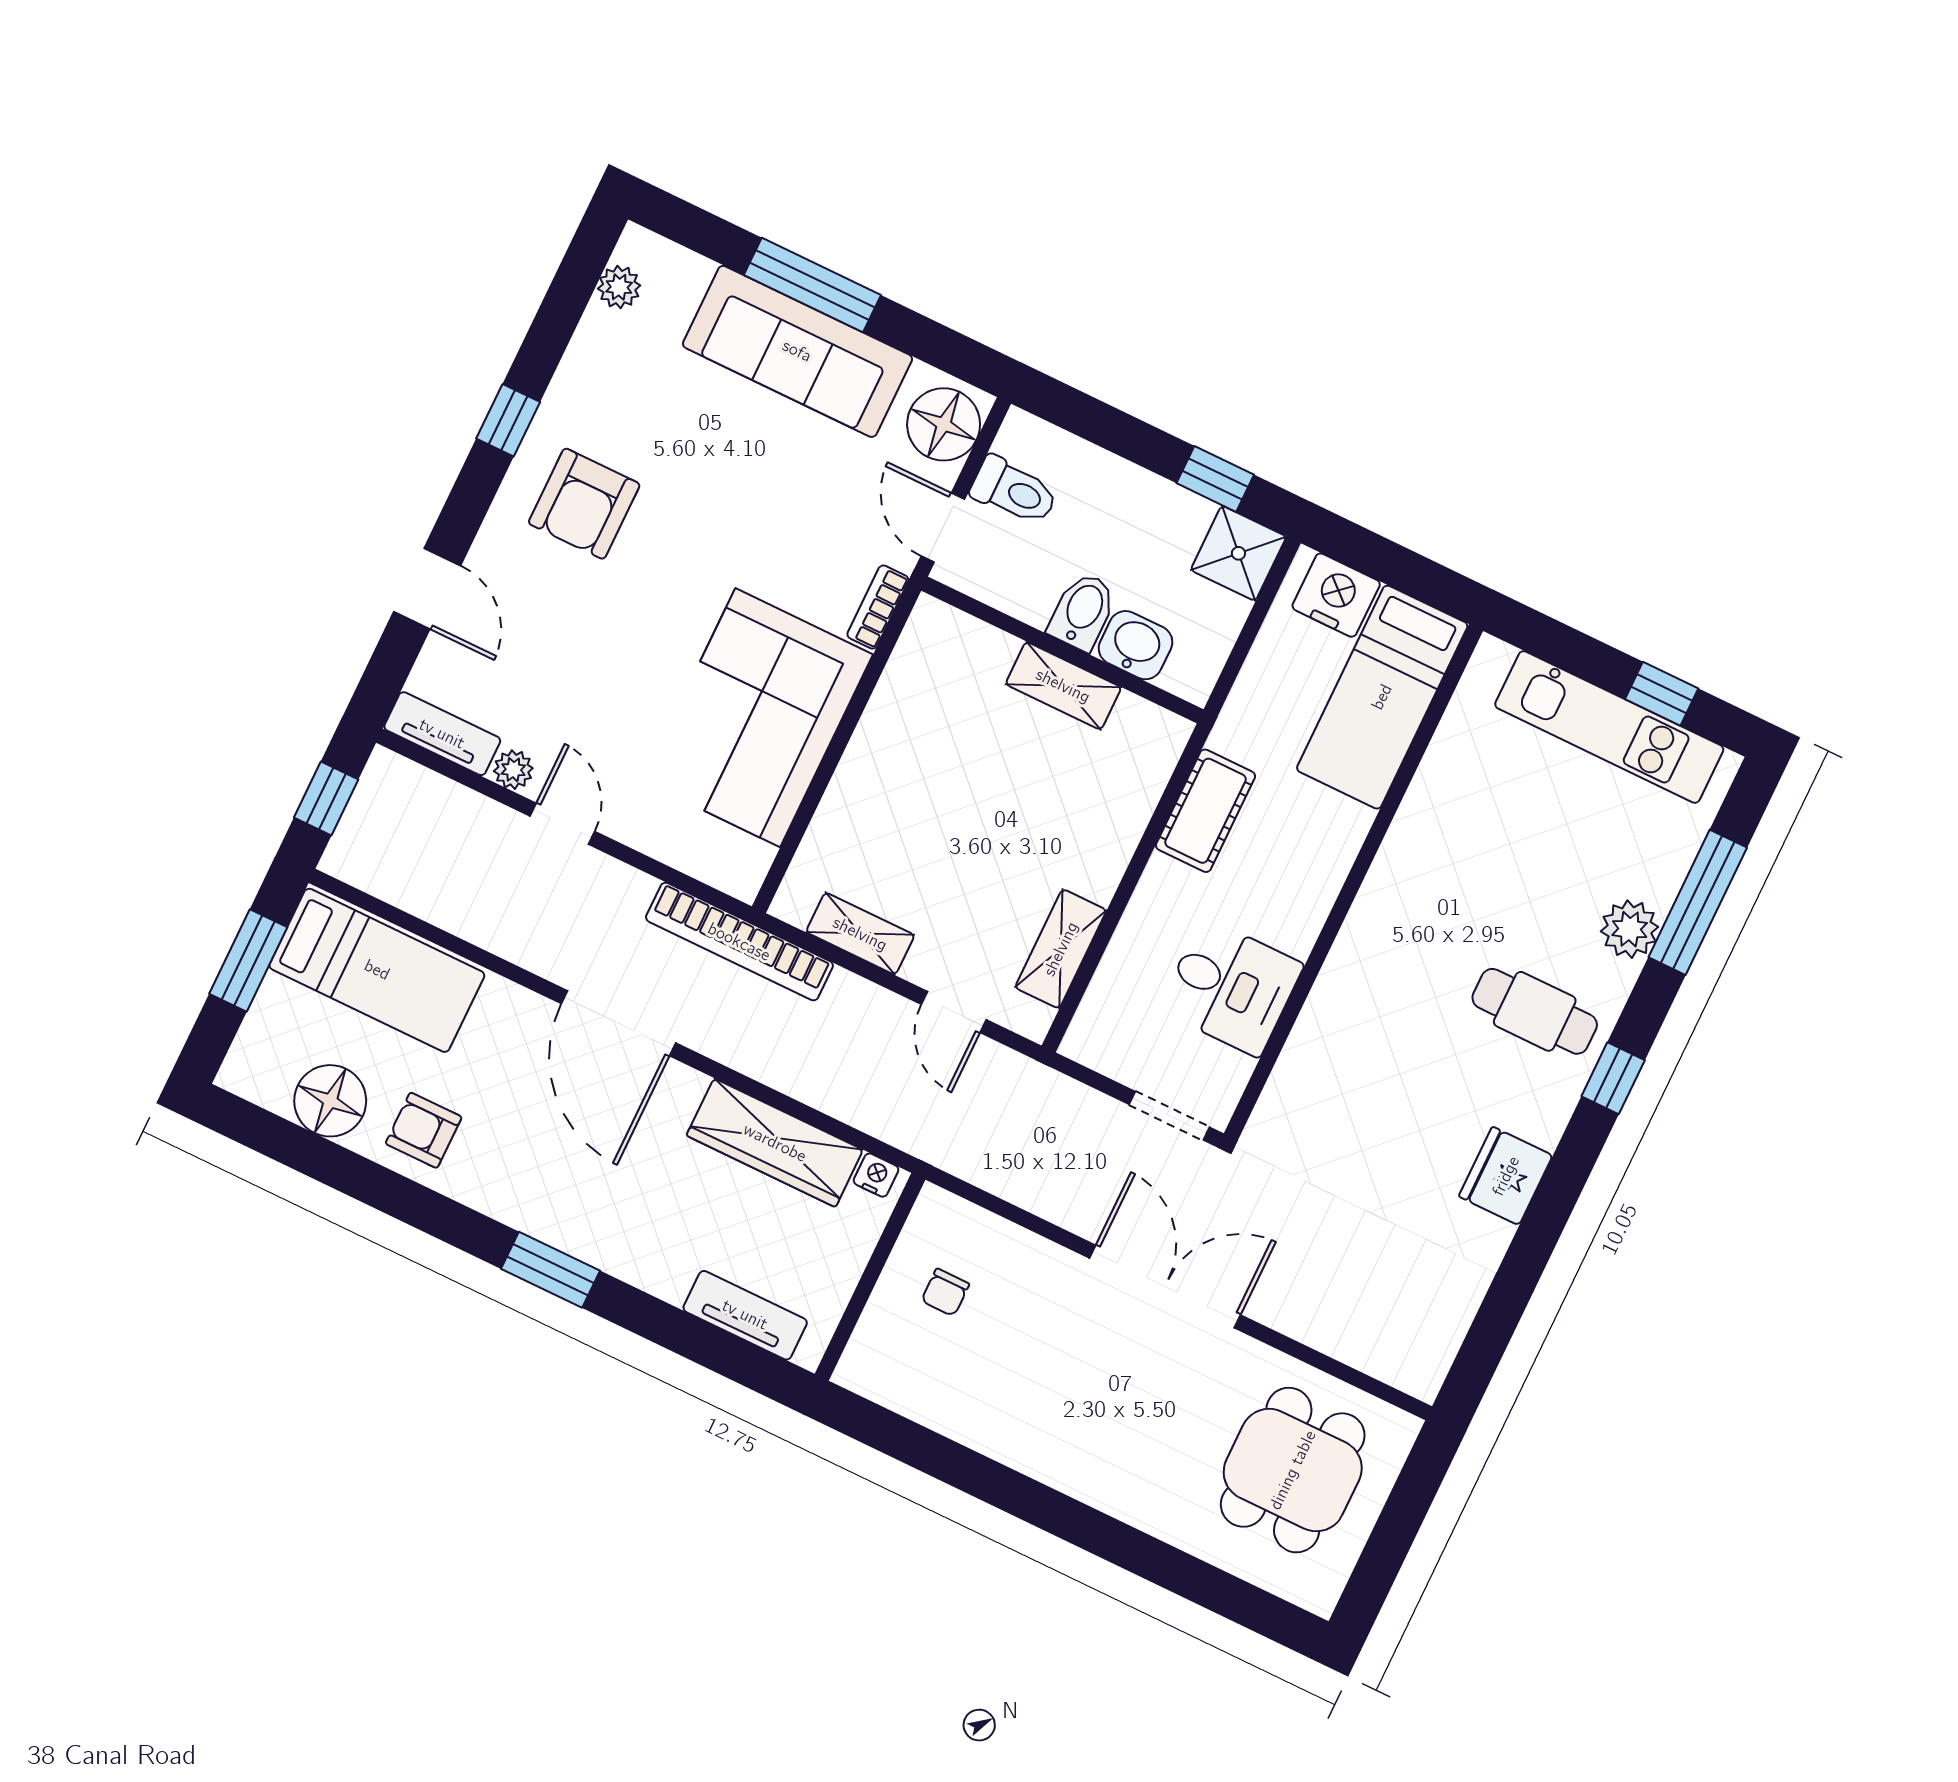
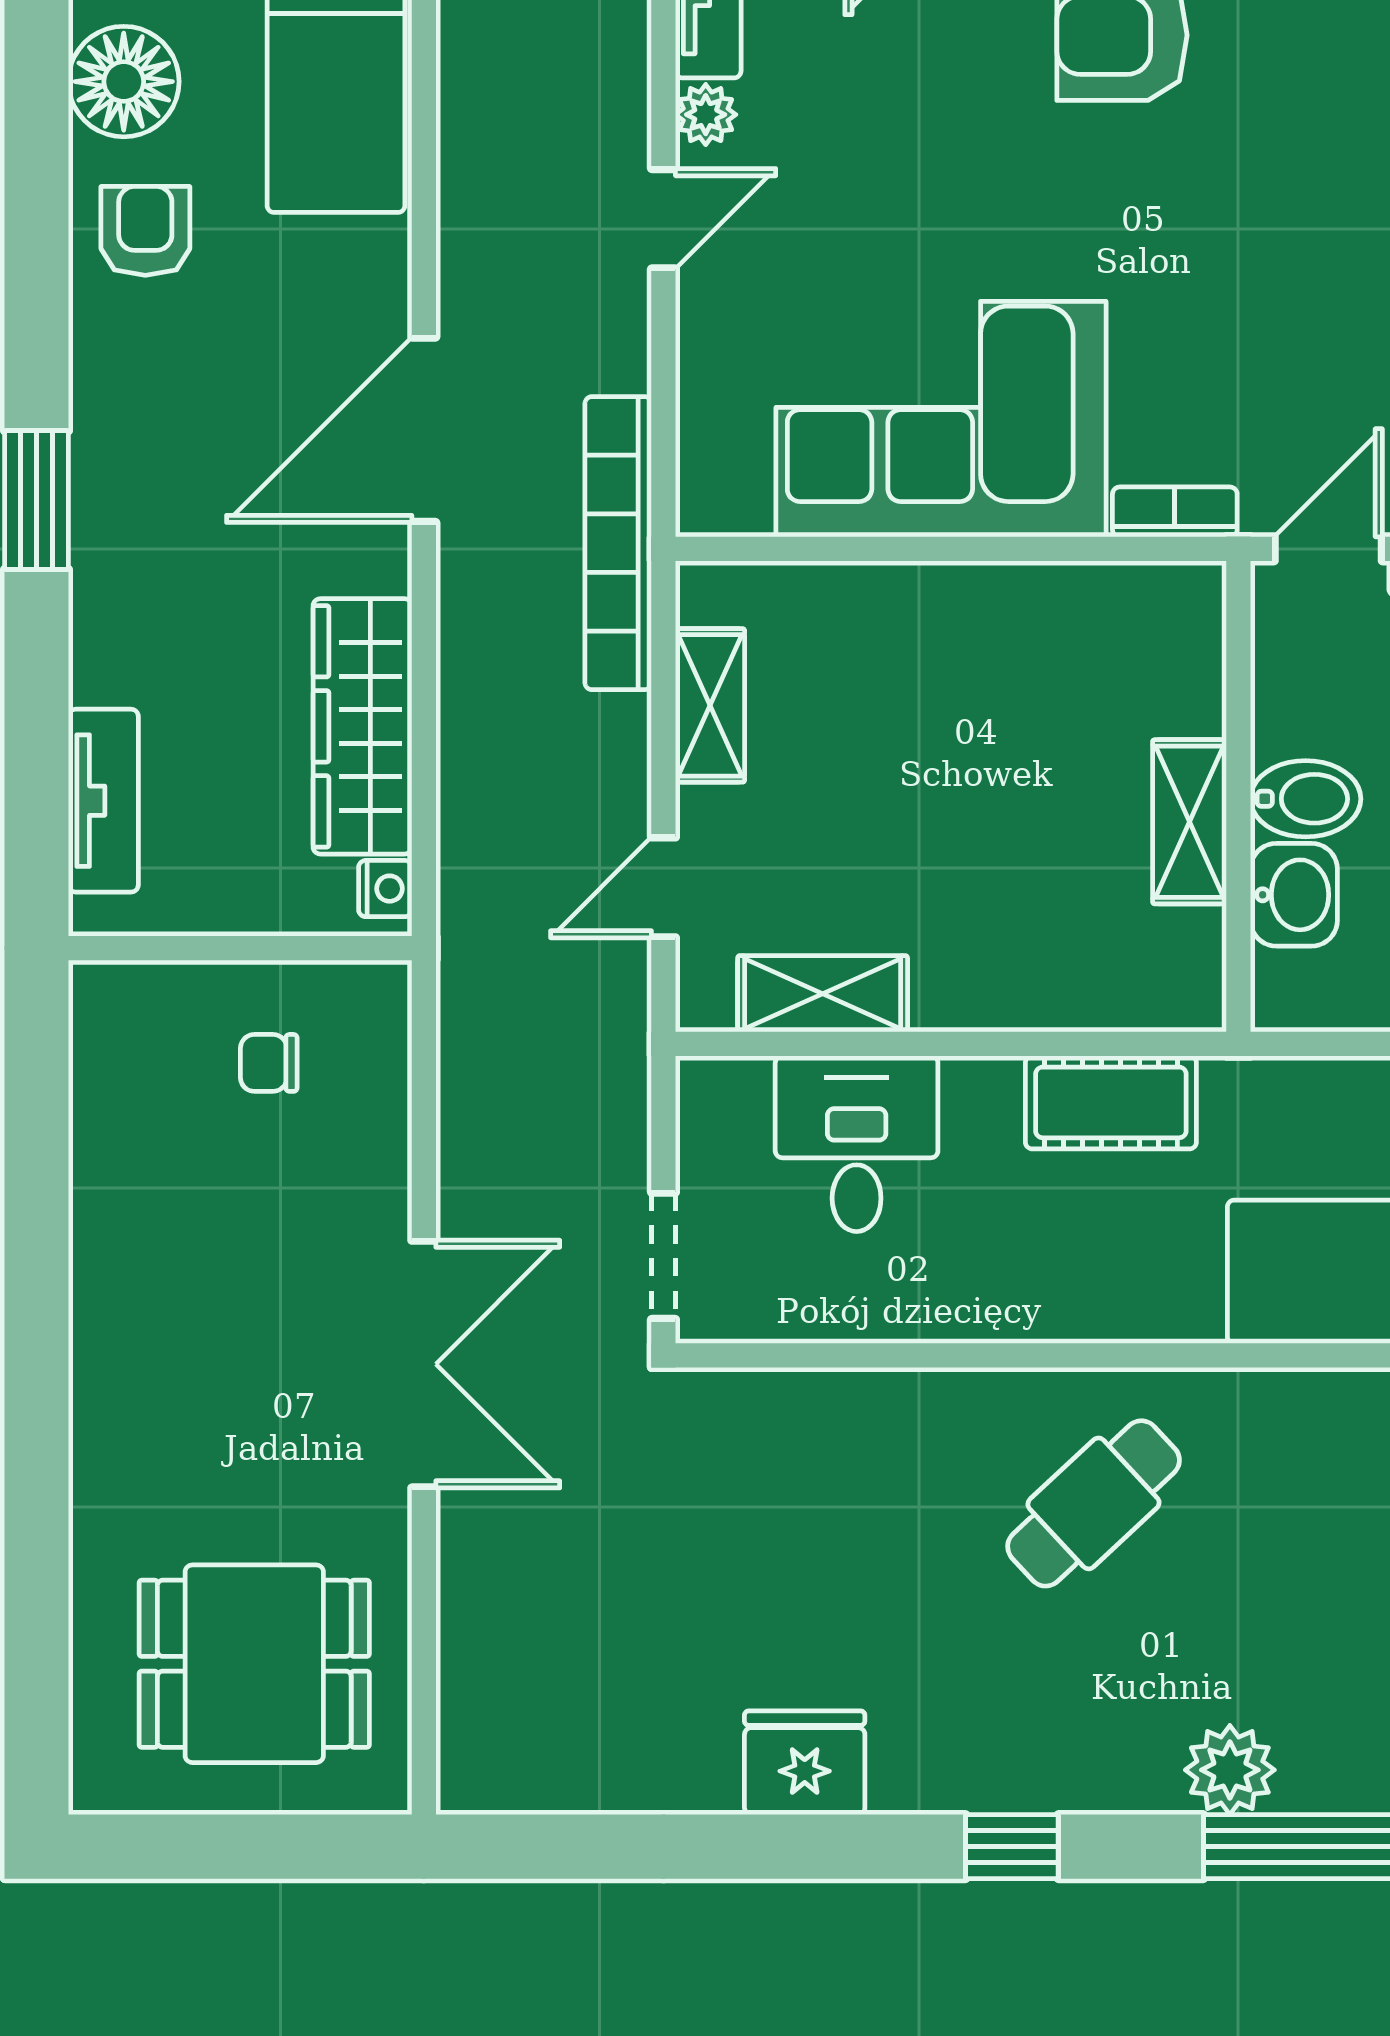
desk: (1231, 987) -> (857, 1144), moved, turned 180
cafe table: (1535, 1011) -> (1094, 1503), moved, turned 47

